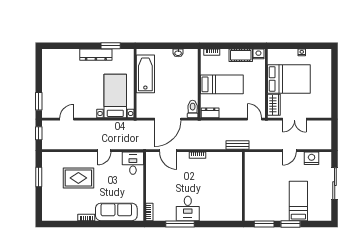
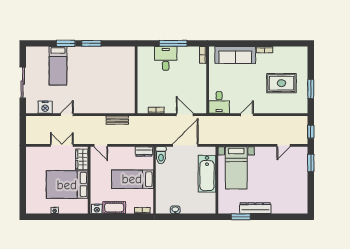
bathtub: (145, 74) -> (207, 174), moved
rug: (78, 178) -> (281, 83), moved
wall: (243, 186) -> (136, 80), moved

